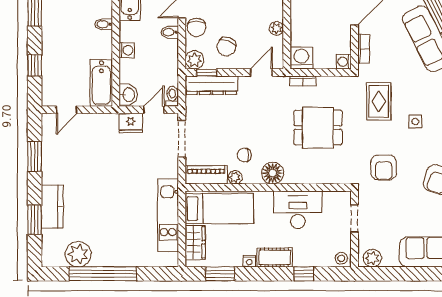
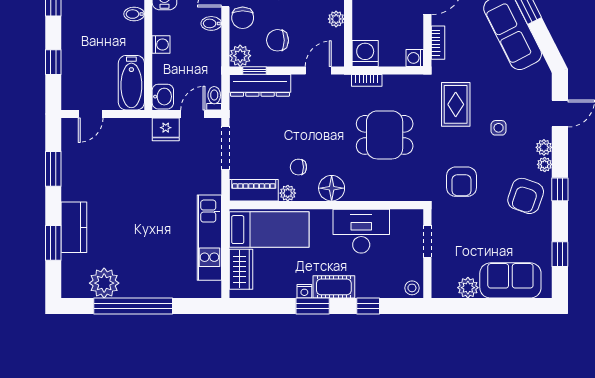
chair: (226, 47) -> (278, 40), turned 71
plant: (372, 258) -> (468, 288), moved
window: (220, 274) -> (313, 306), moved

